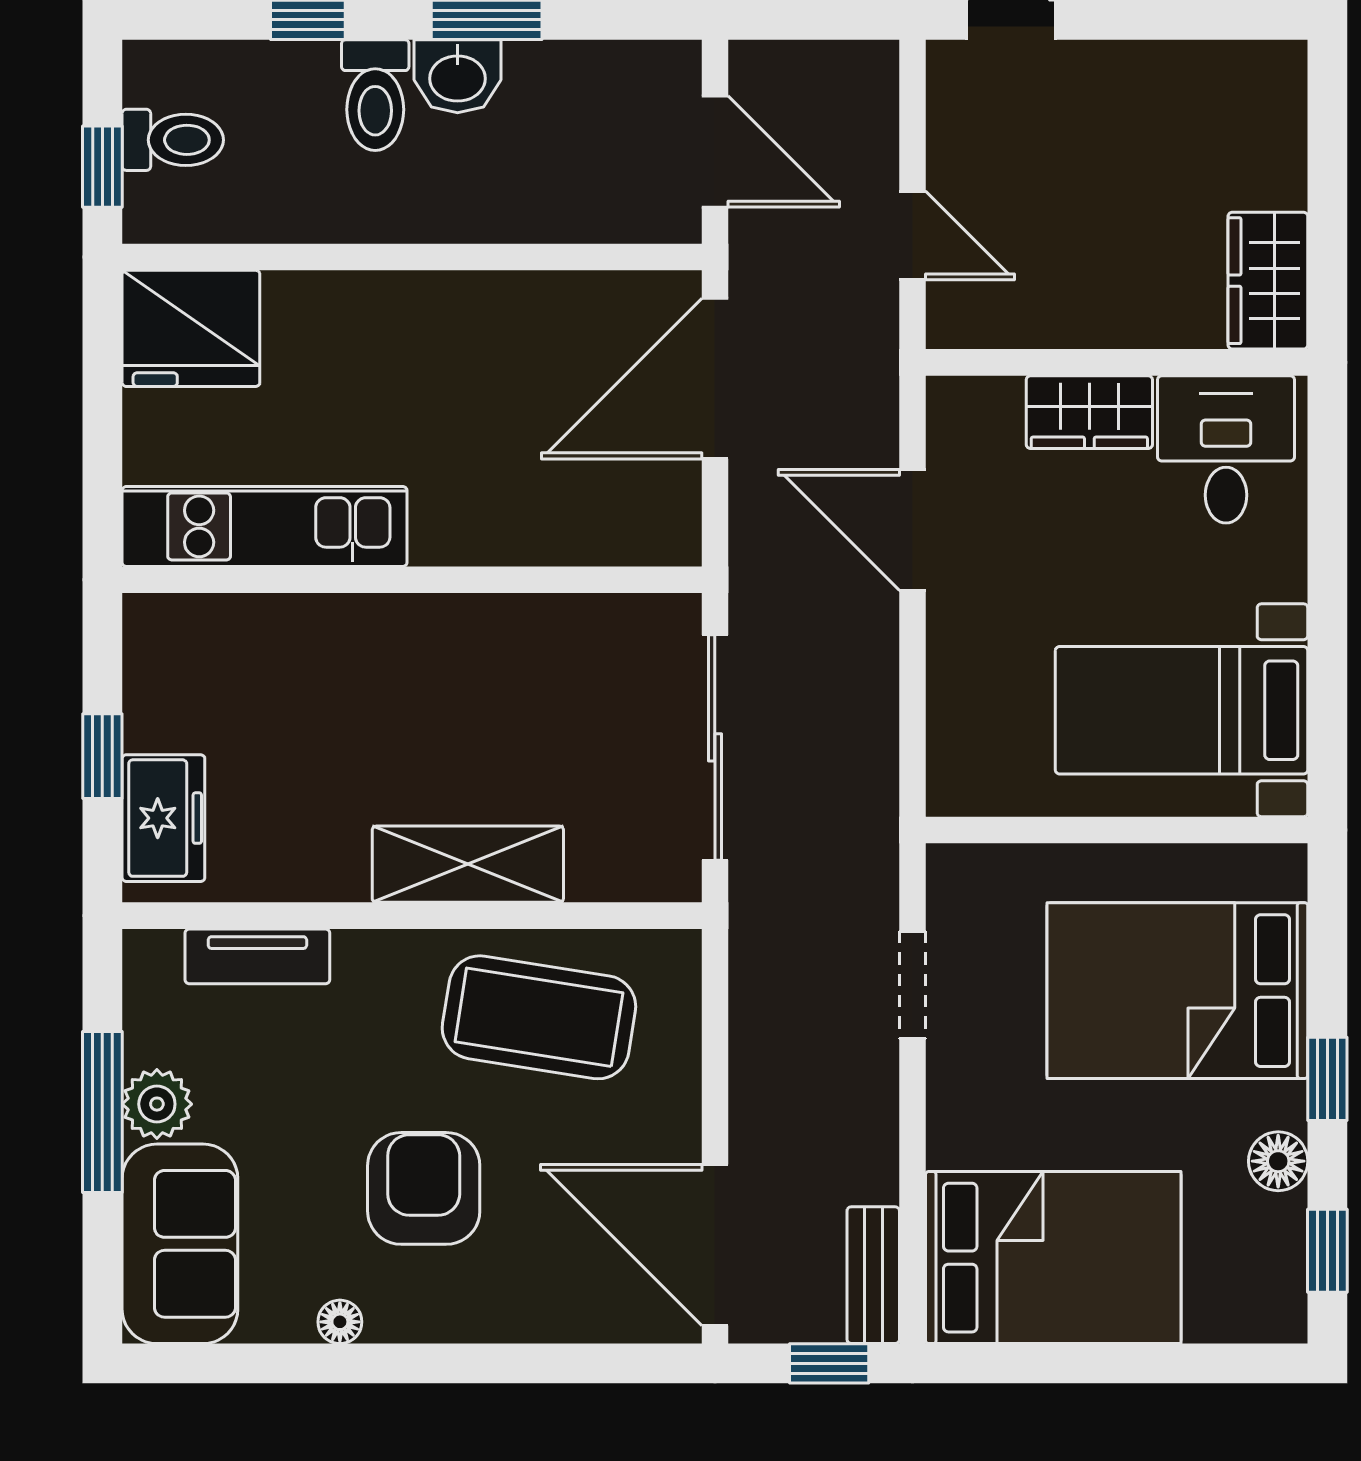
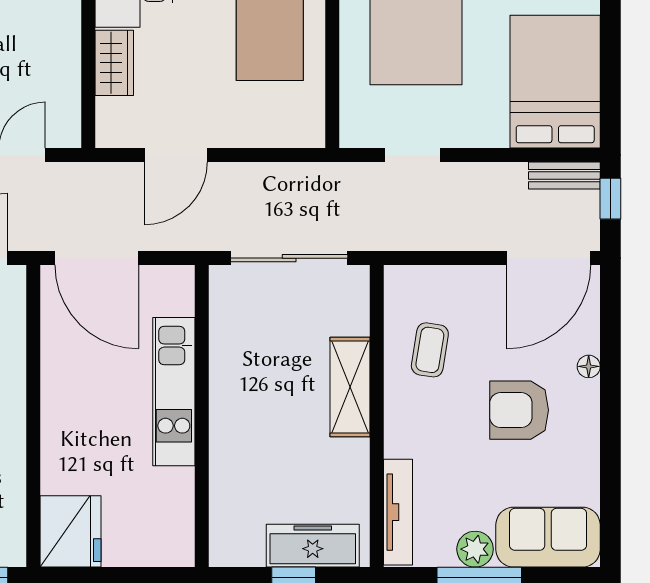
kitchen unit: (265, 526) -> (174, 392), moved
freezer: (163, 818) -> (313, 546), width x1.40
tv unit: (257, 956) -> (398, 512), width x1.41
coffee table: (539, 1017) -> (430, 350), width x0.54, depth x0.58
floor lamp: (340, 1322) -> (589, 366), moved

